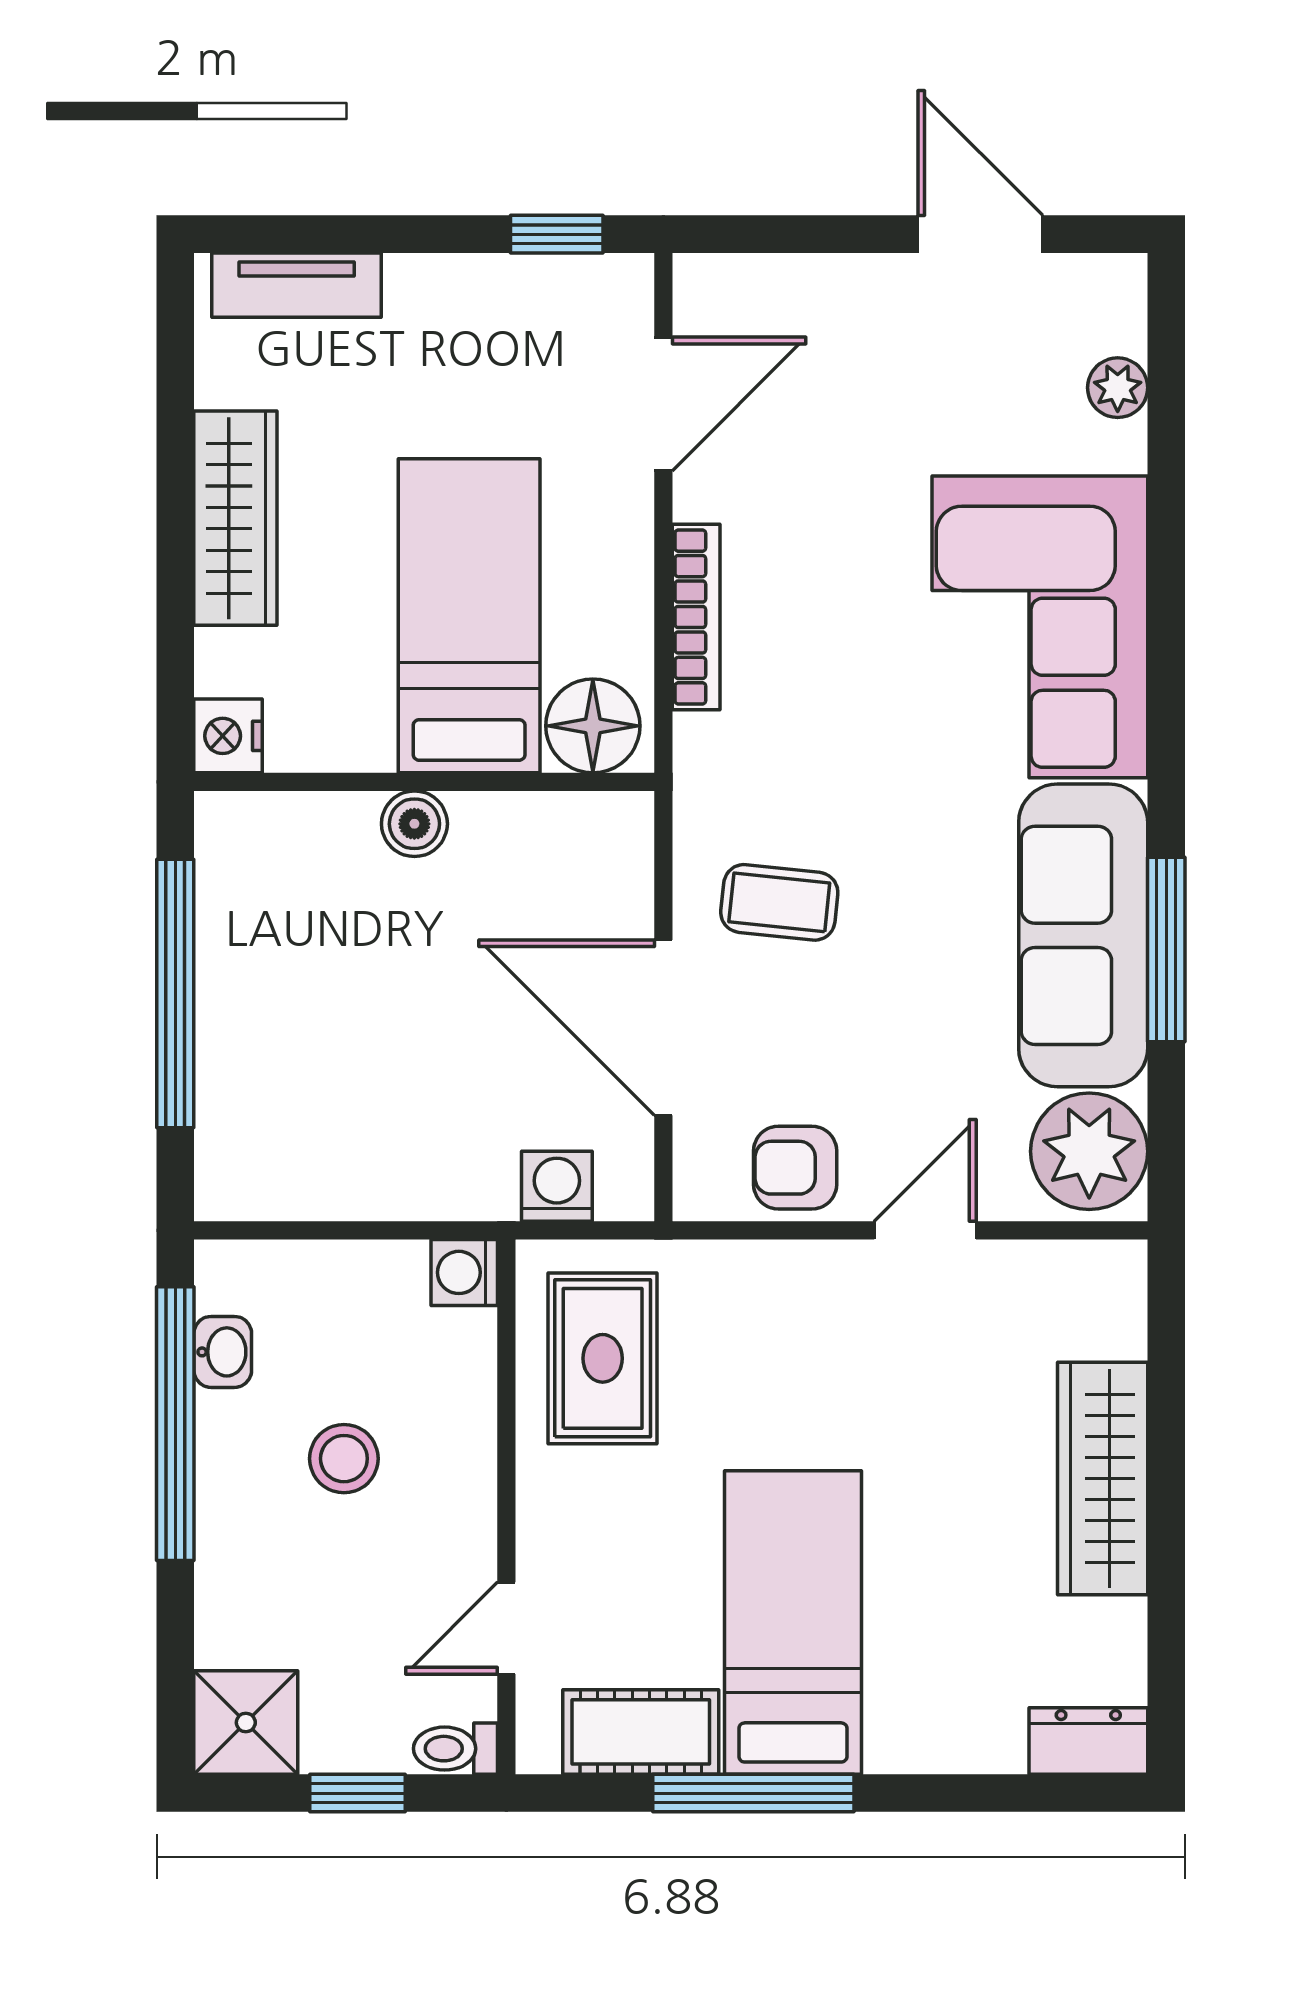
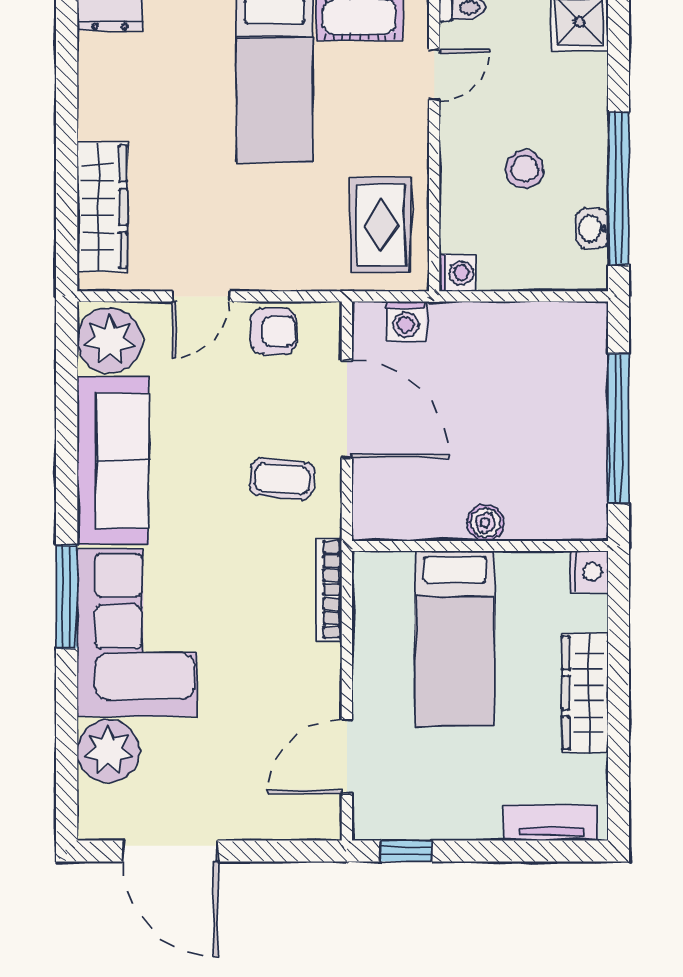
door: (980, 234) -> (170, 851), width x1.36
plant: (1118, 388) -> (108, 751), width x1.87, depth x1.87
bookcase: (696, 617) -> (329, 589), moved
floor lamp: (593, 726) -> (386, 577), removed
window: (1166, 950) -> (67, 597), moved
wardrobe: (1103, 1479) -> (102, 207), moved

